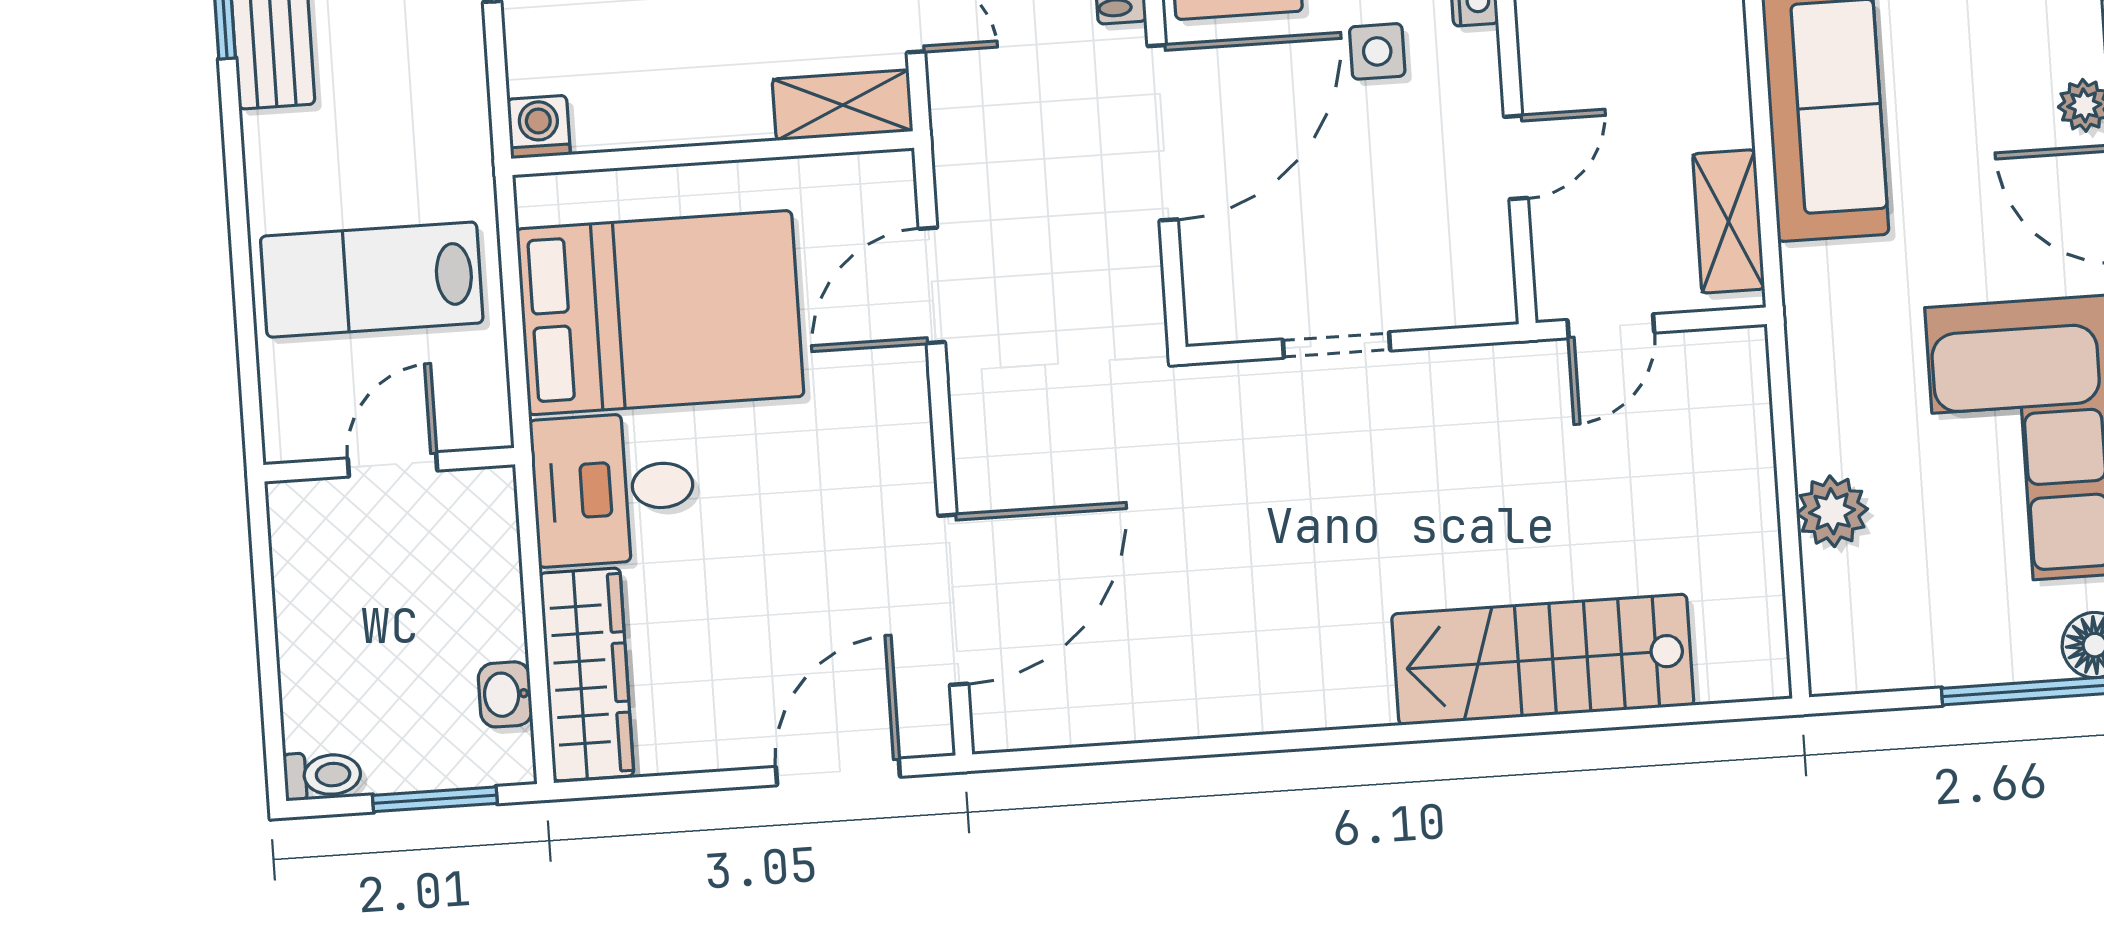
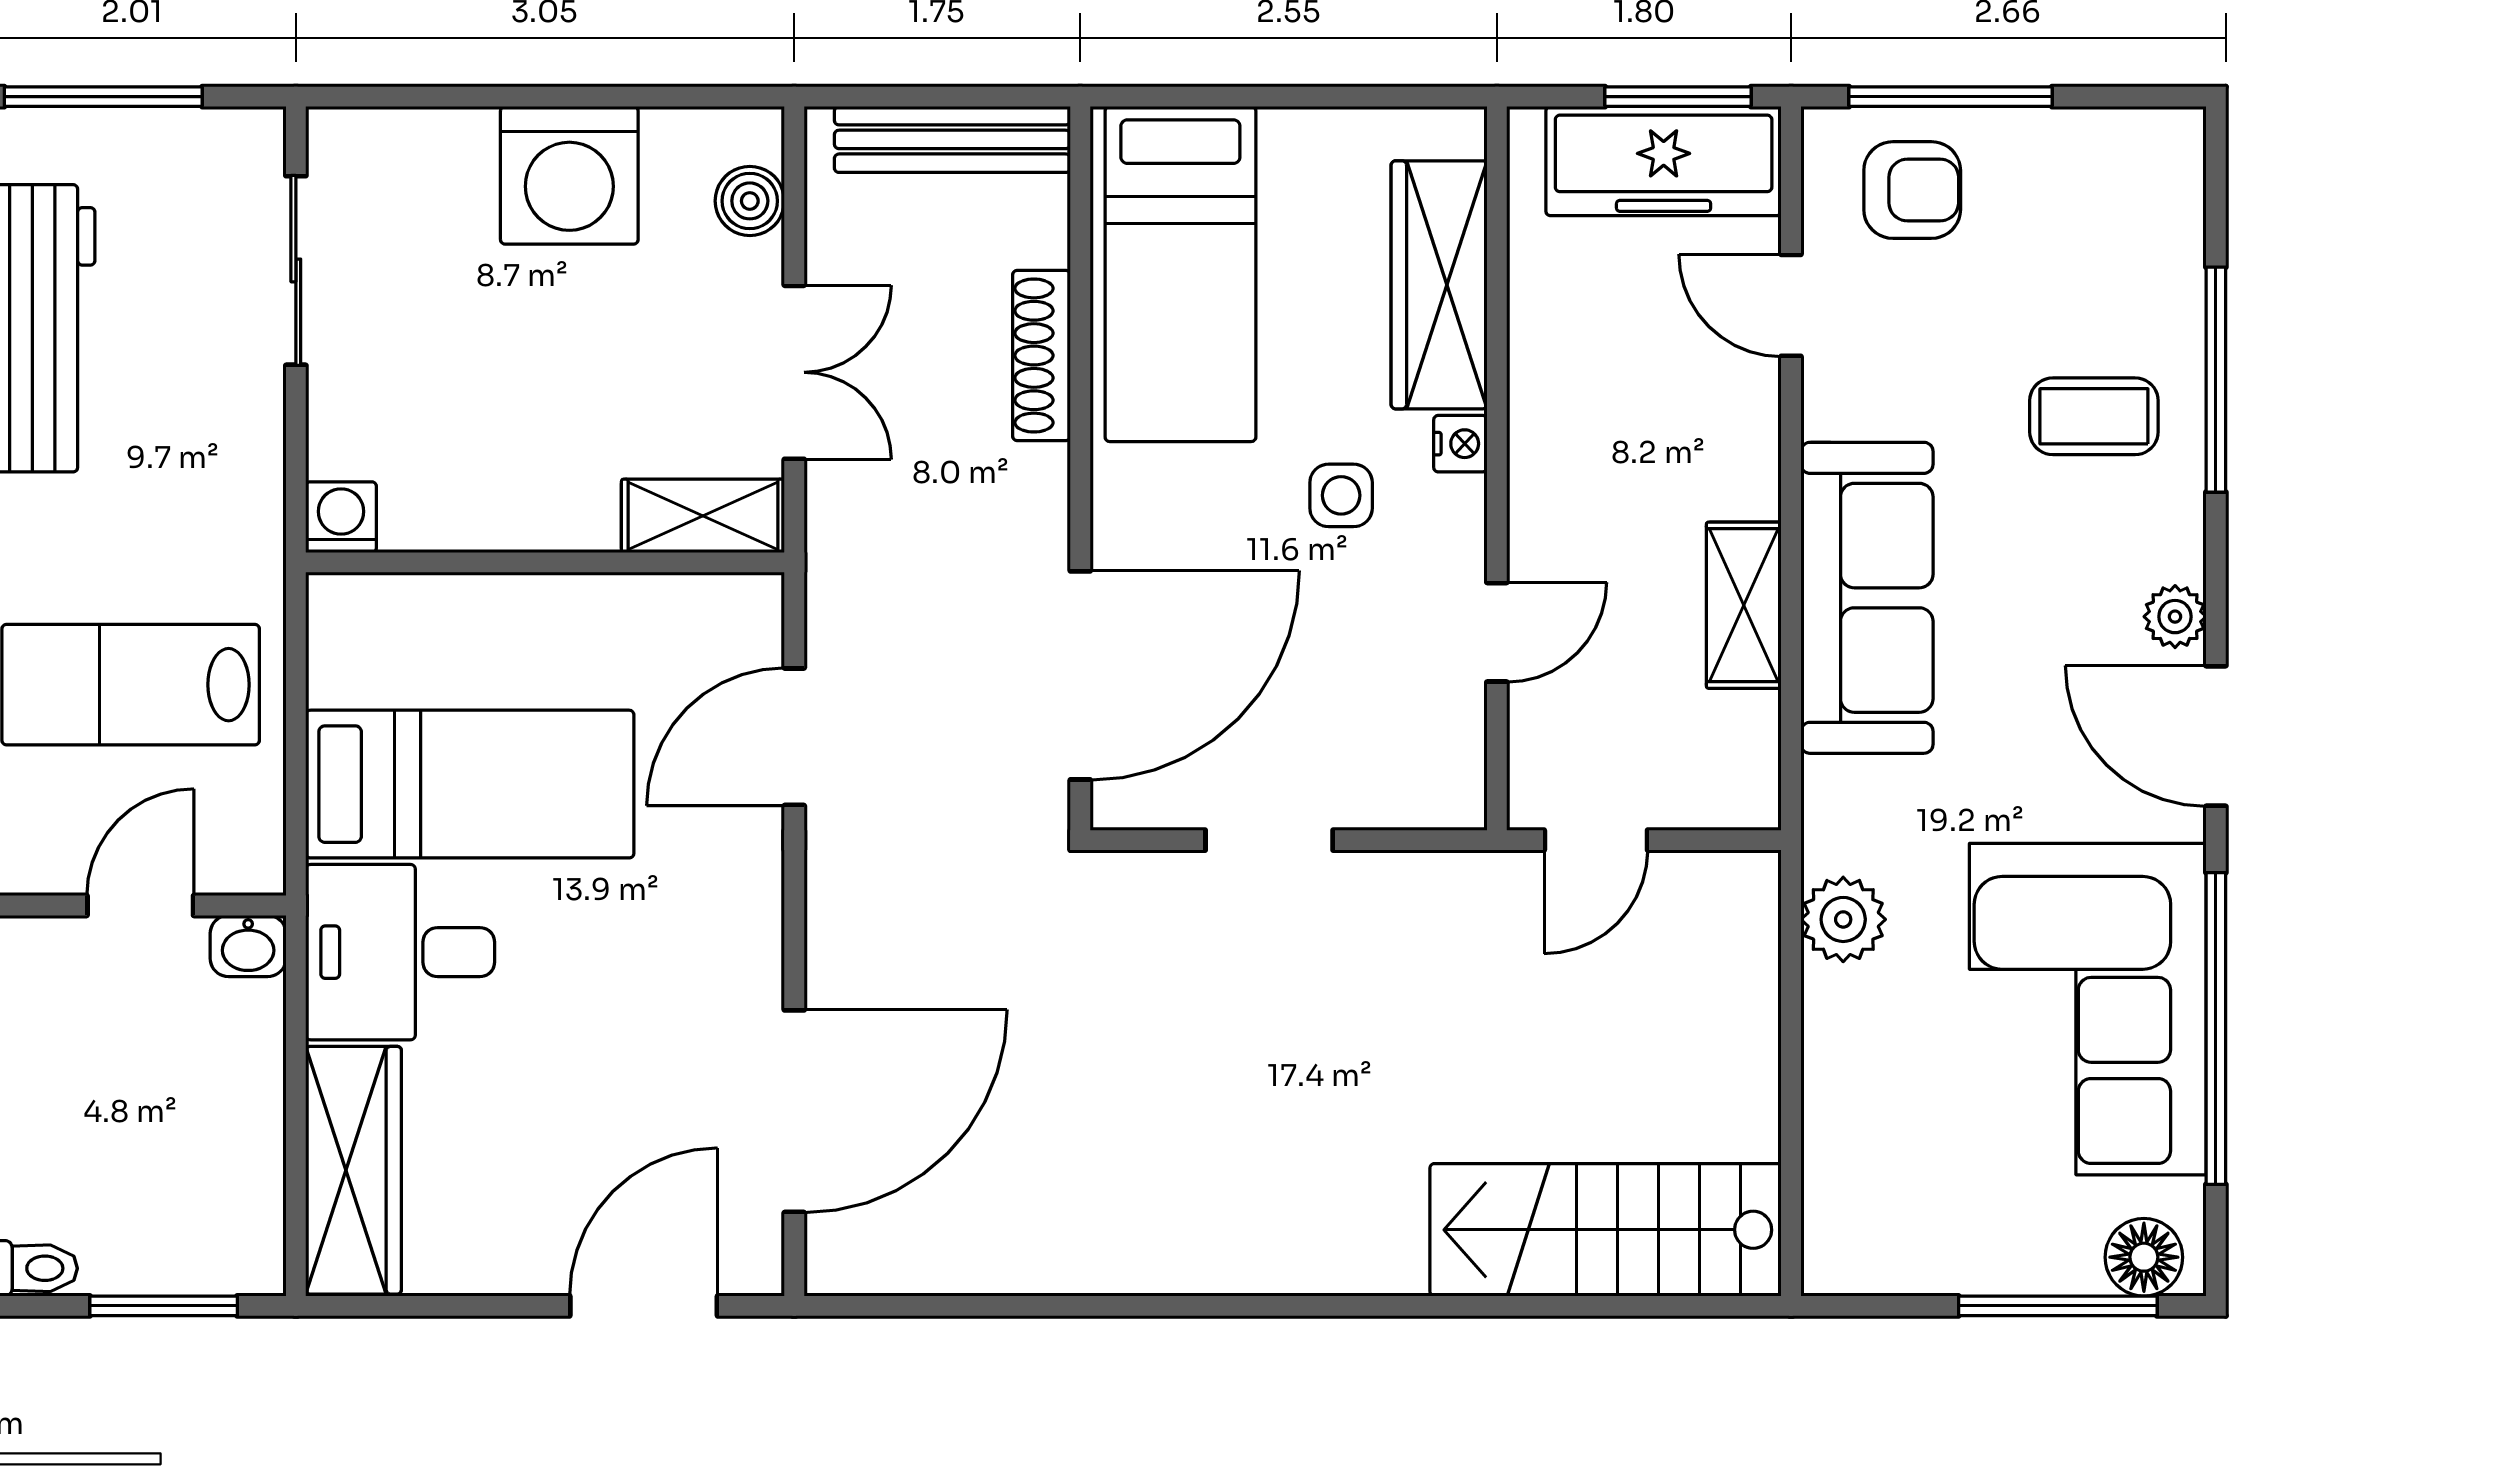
door: (1163, 133) -> (1080, 675), moved
shelving: (1729, 221) -> (1744, 605), moved
bed: (660, 313) -> (470, 784), width x0.67
plant: (1832, 511) -> (1843, 919), moved
stairs: (1543, 660) -> (1606, 1230), moved
washbasin: (505, 694) -> (248, 946), moved, turned -90

